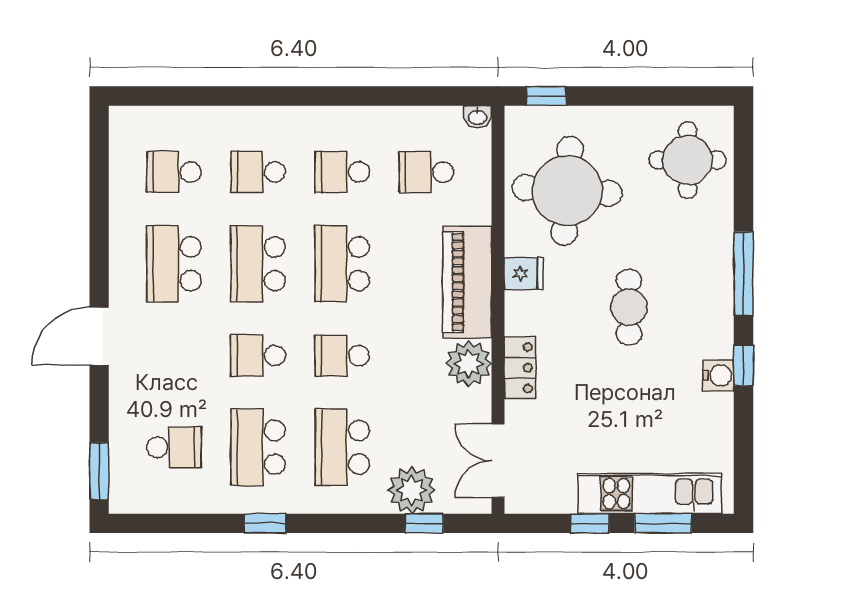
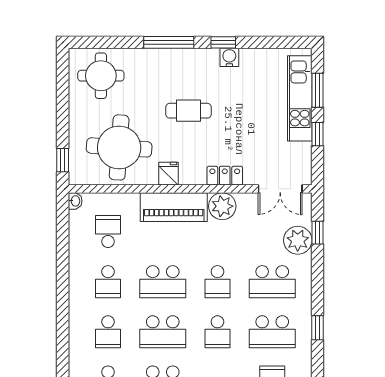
school desk: (426, 172) -> (108, 231), turned 180

